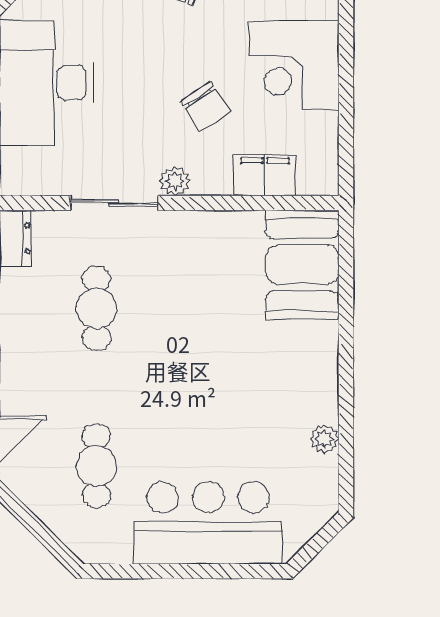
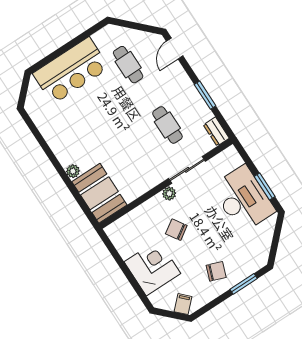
filing cabinet: (265, 175) -> (136, 218), removed
plant: (324, 439) -> (73, 171), moved

